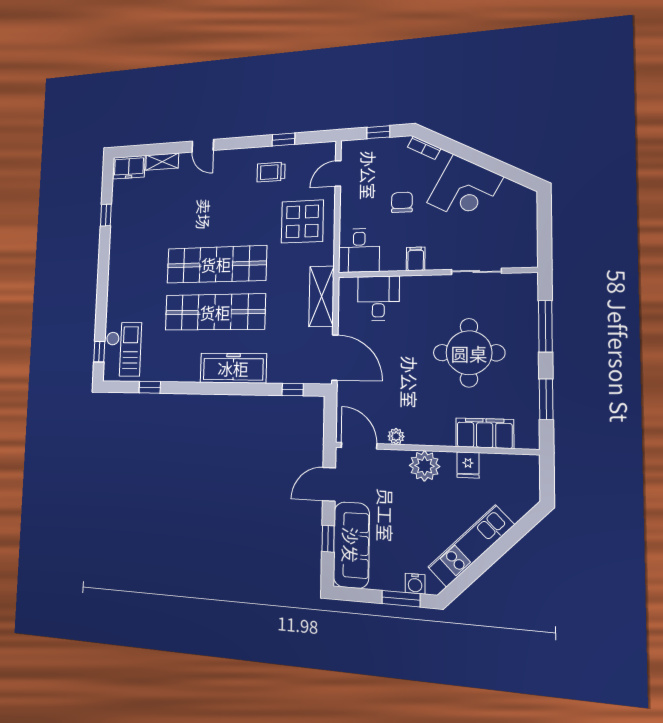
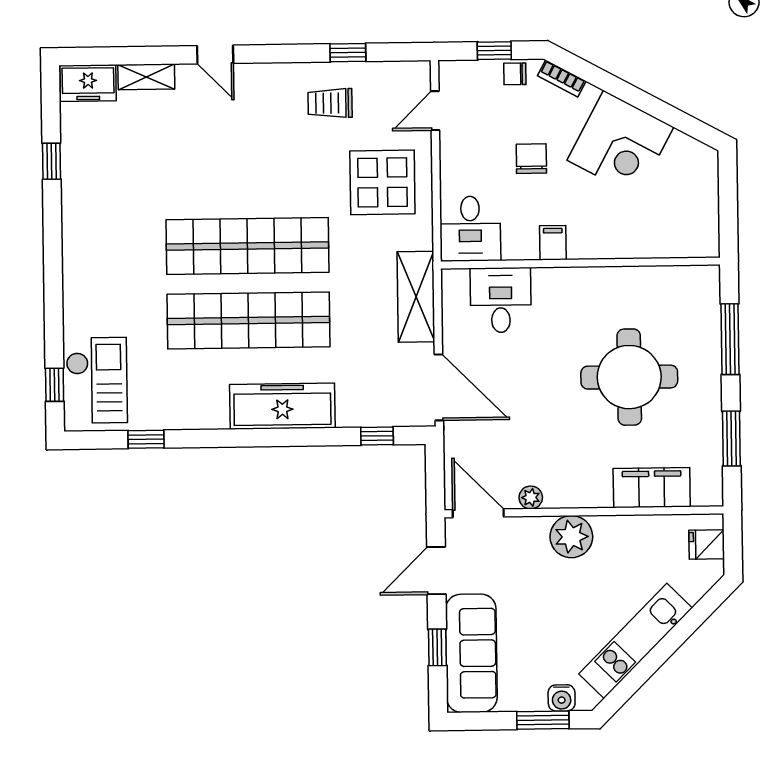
chair: (392, 147) -> (515, 74), added
sliding door: (476, 271) -> (638, 262), removed
fridge: (468, 465) -> (707, 544), moved, turned 90

